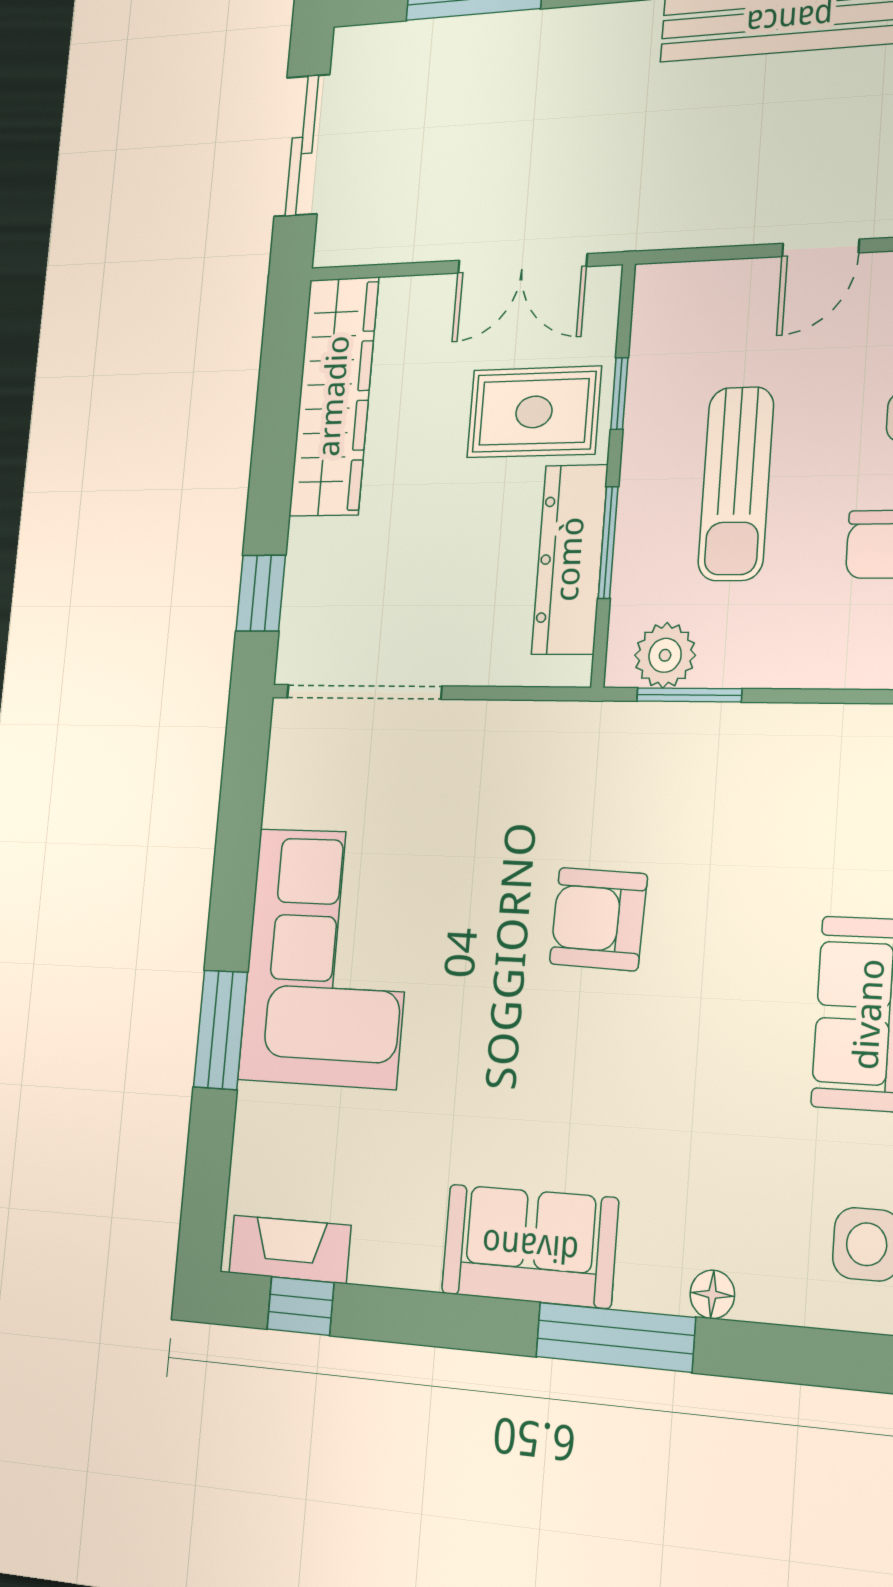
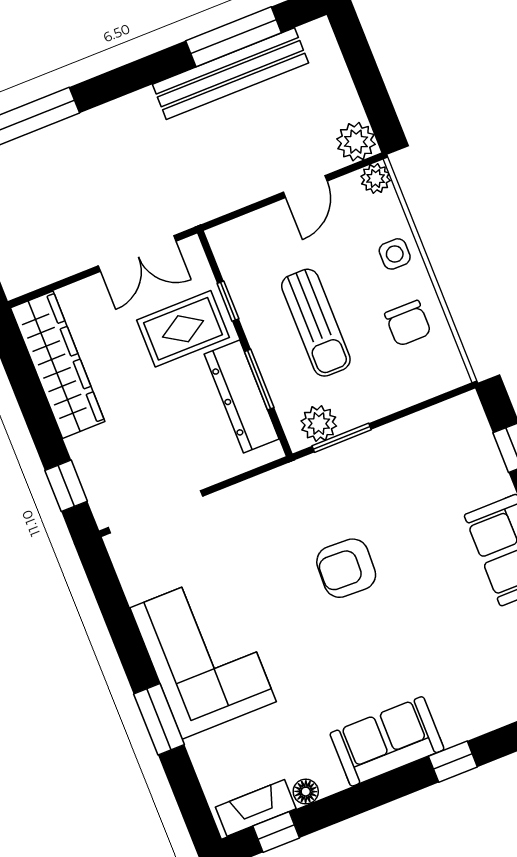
floor lamp: (712, 1294) -> (306, 792), moved
window: (615, 1337) -> (453, 762), width x0.46

